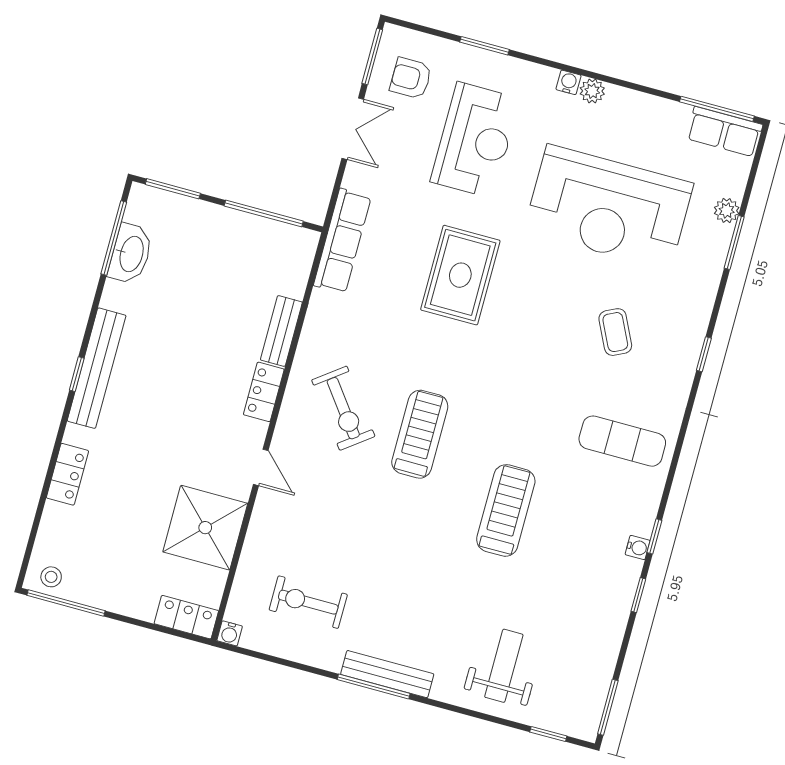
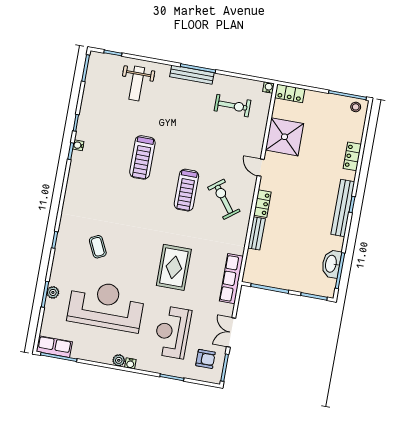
plant: (727, 211) -> (53, 292), moved
exercise mat: (622, 441) -> (90, 195), removed

